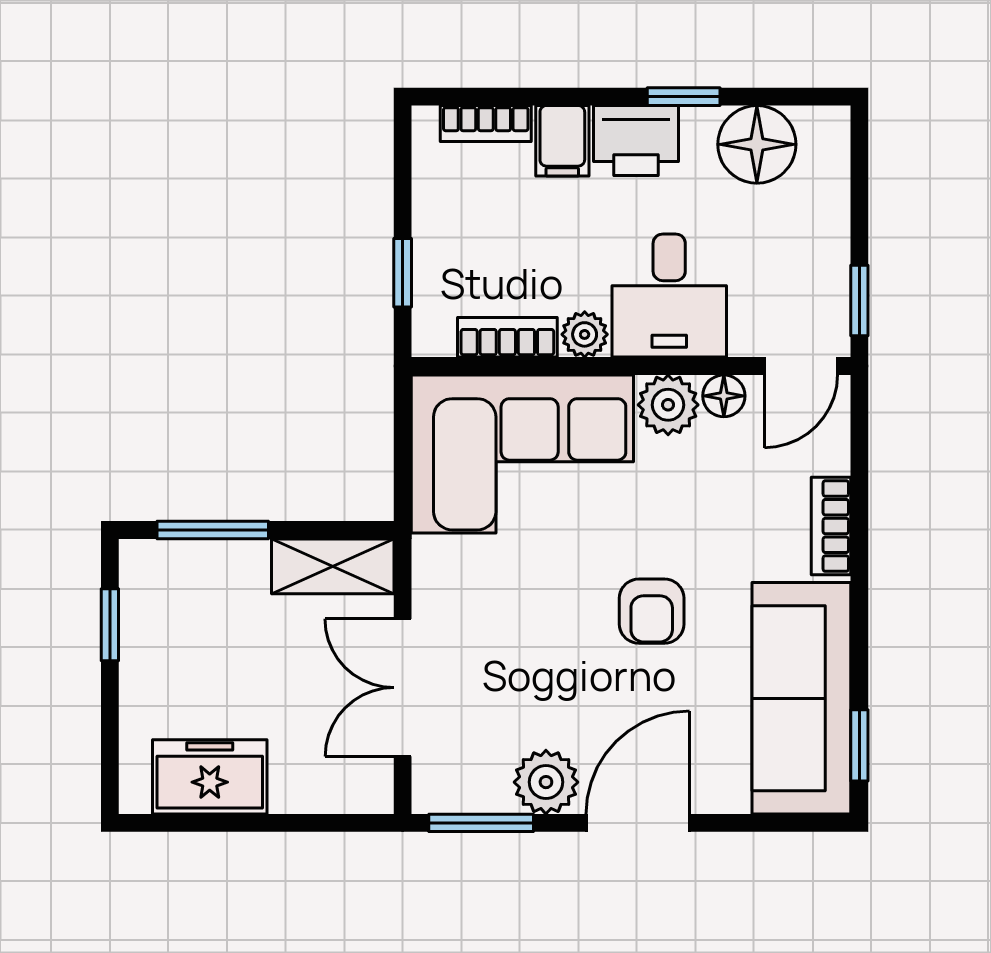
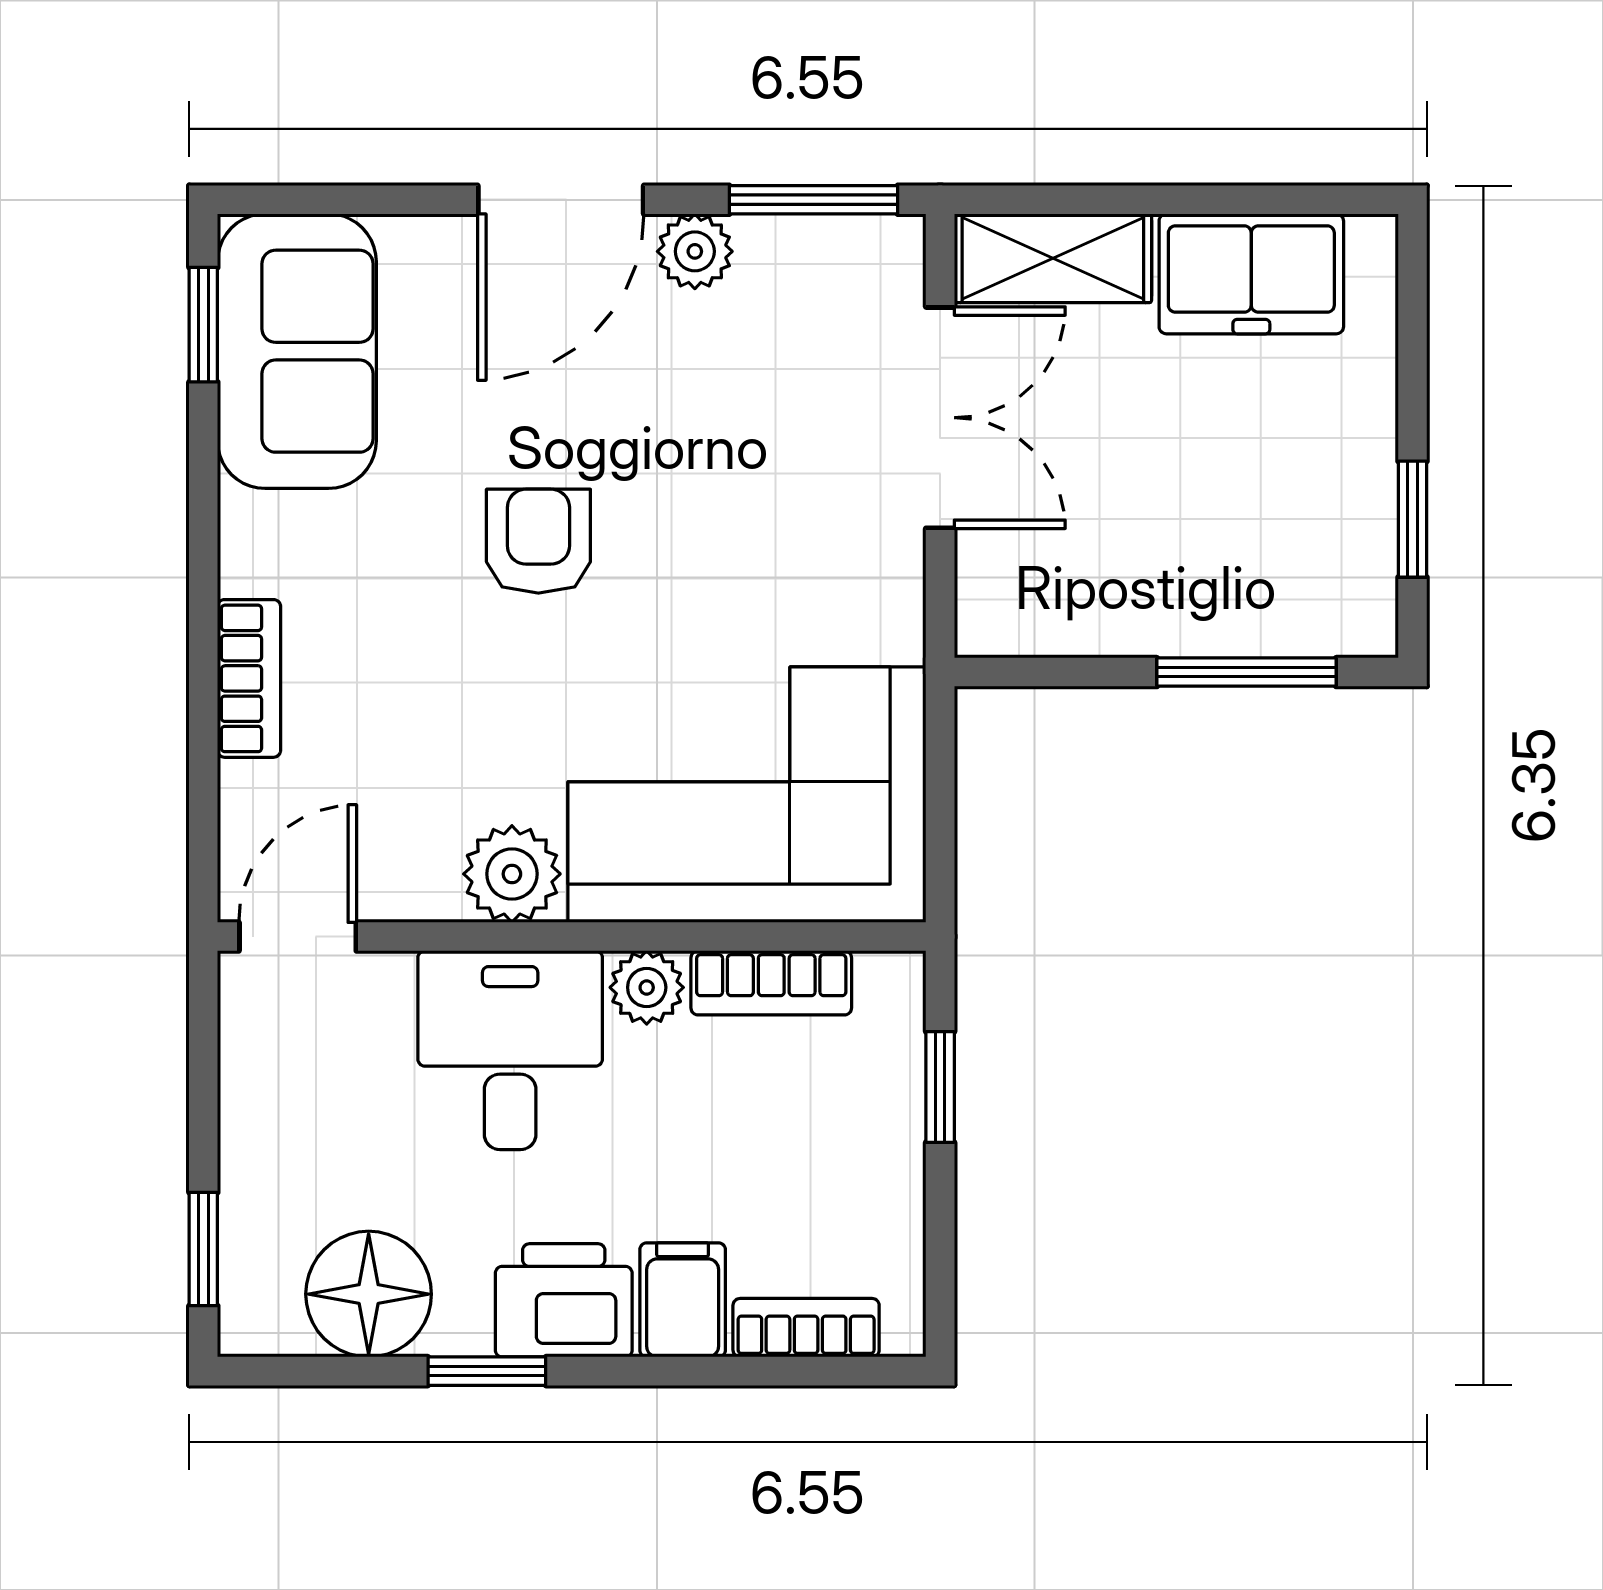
window: (859, 301) -> (203, 1249), moved
floor lamp: (724, 396) -> (422, 888), removed
shelving: (333, 566) -> (1053, 258), moved
sofa: (801, 698) -> (297, 351), width x0.73
plant: (546, 782) -> (695, 251), width x0.73, depth x0.73

